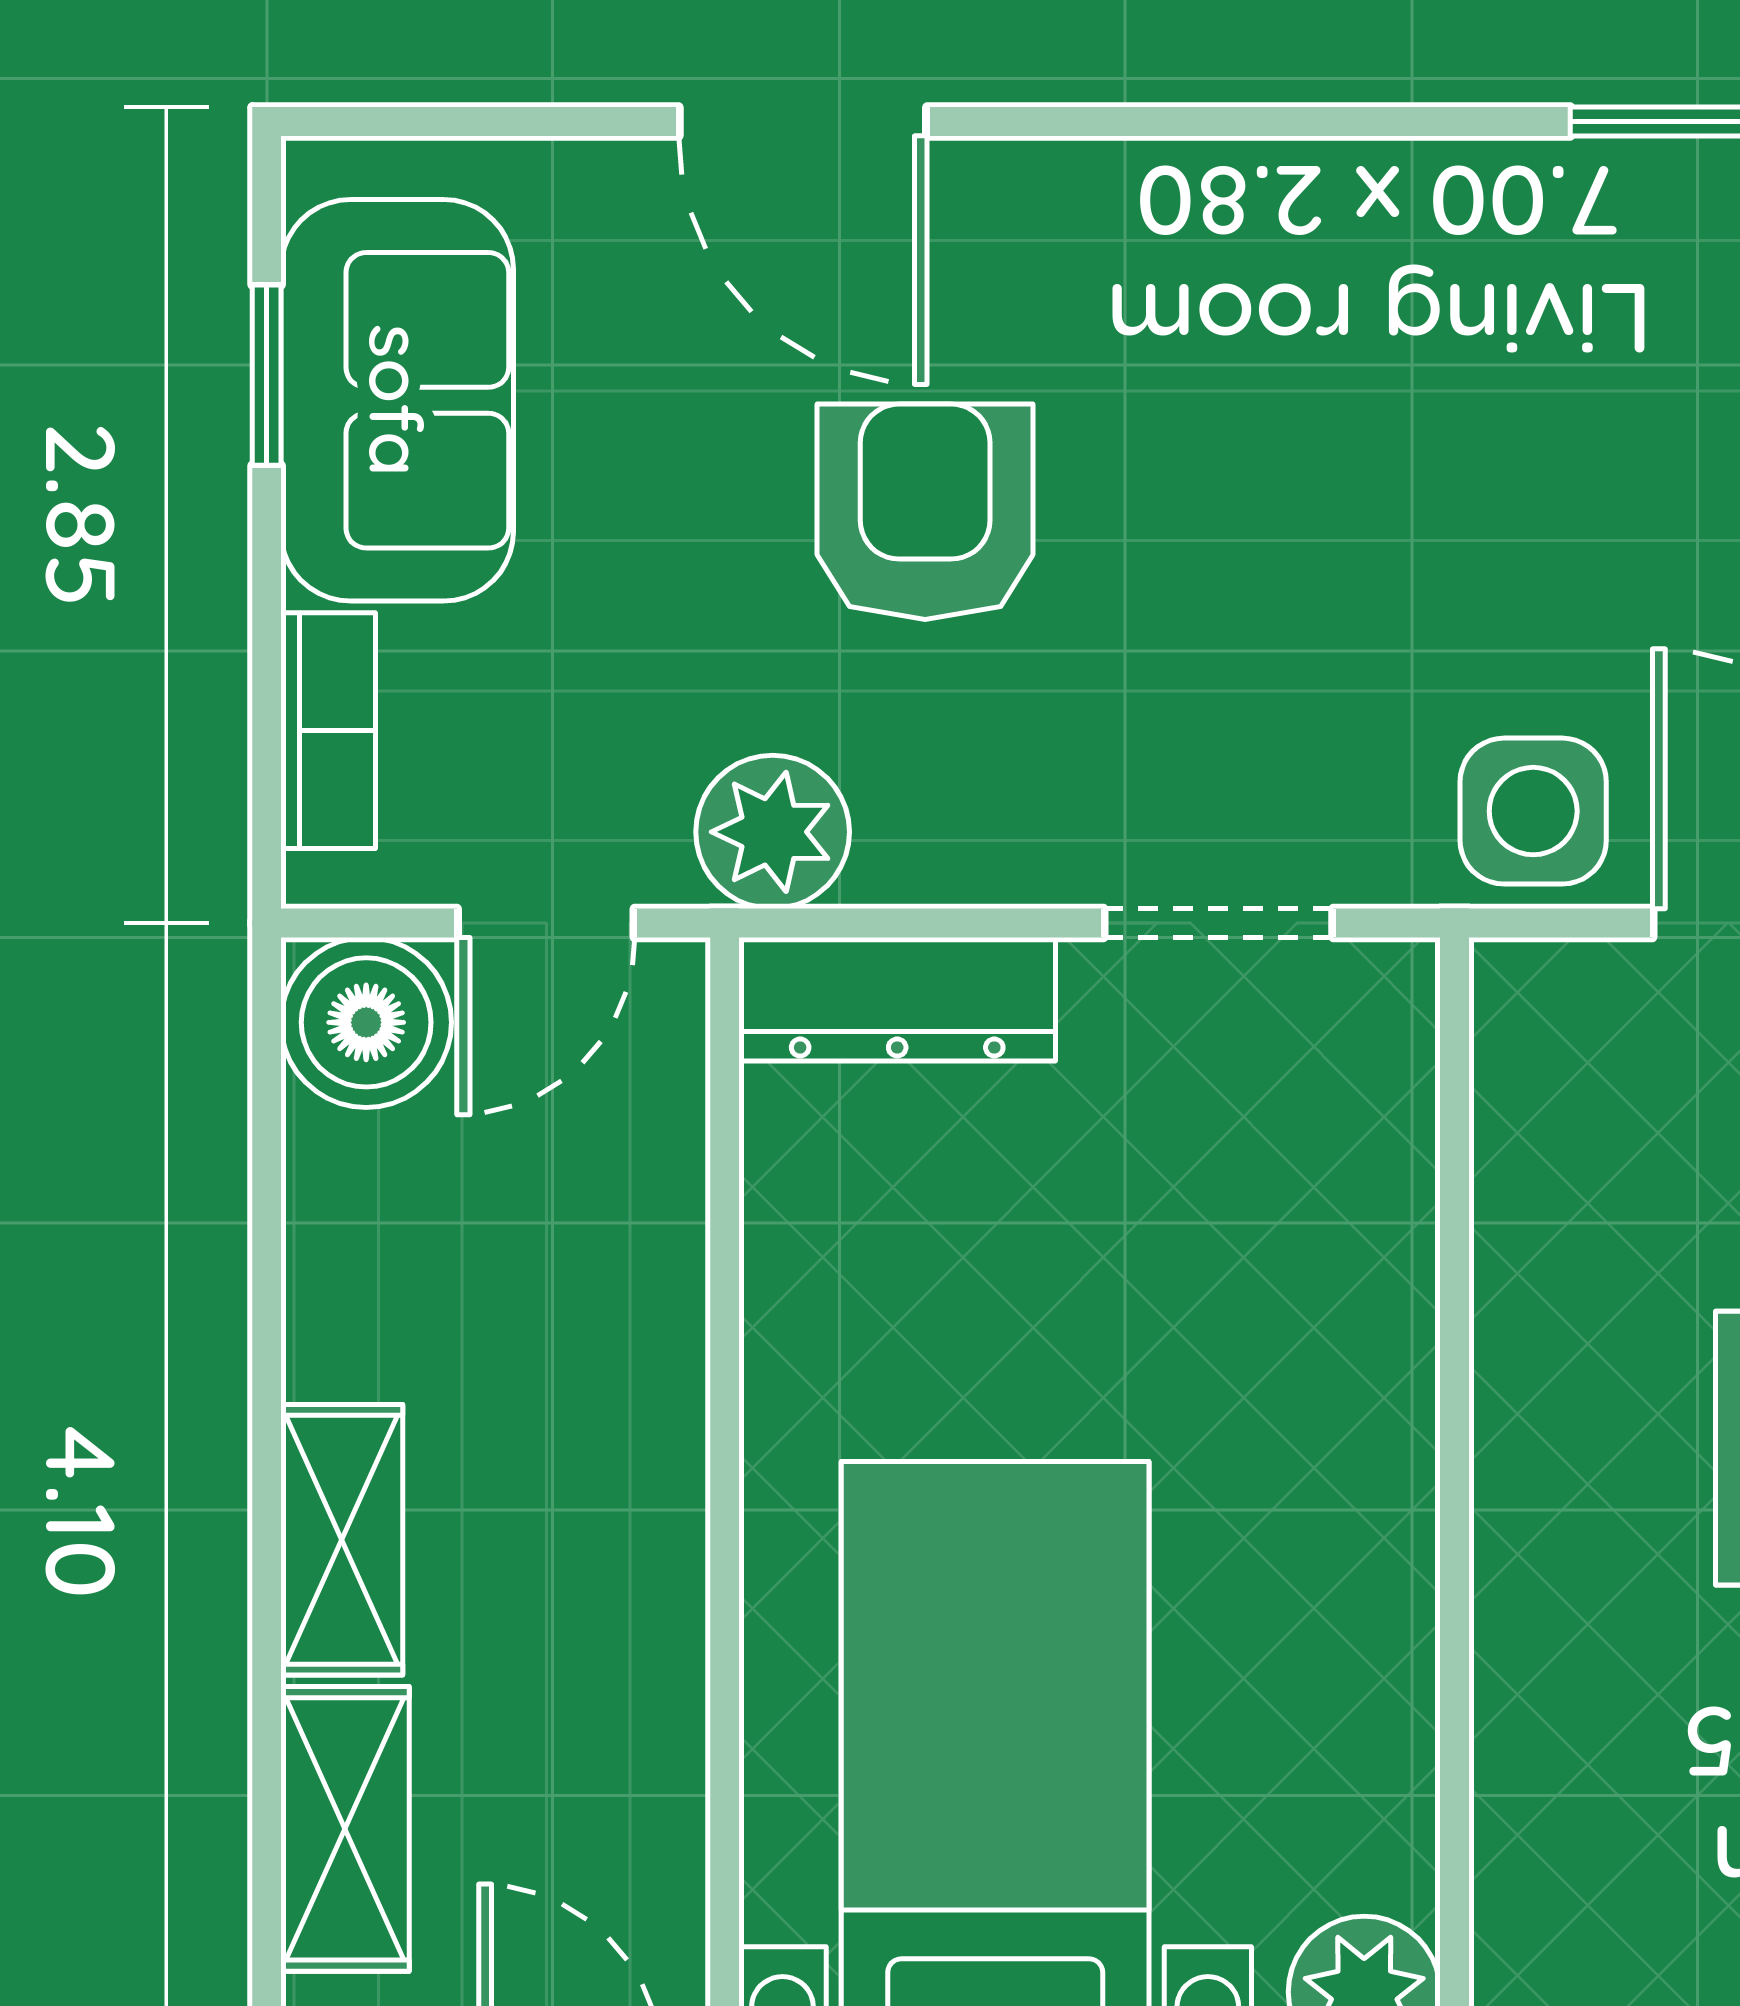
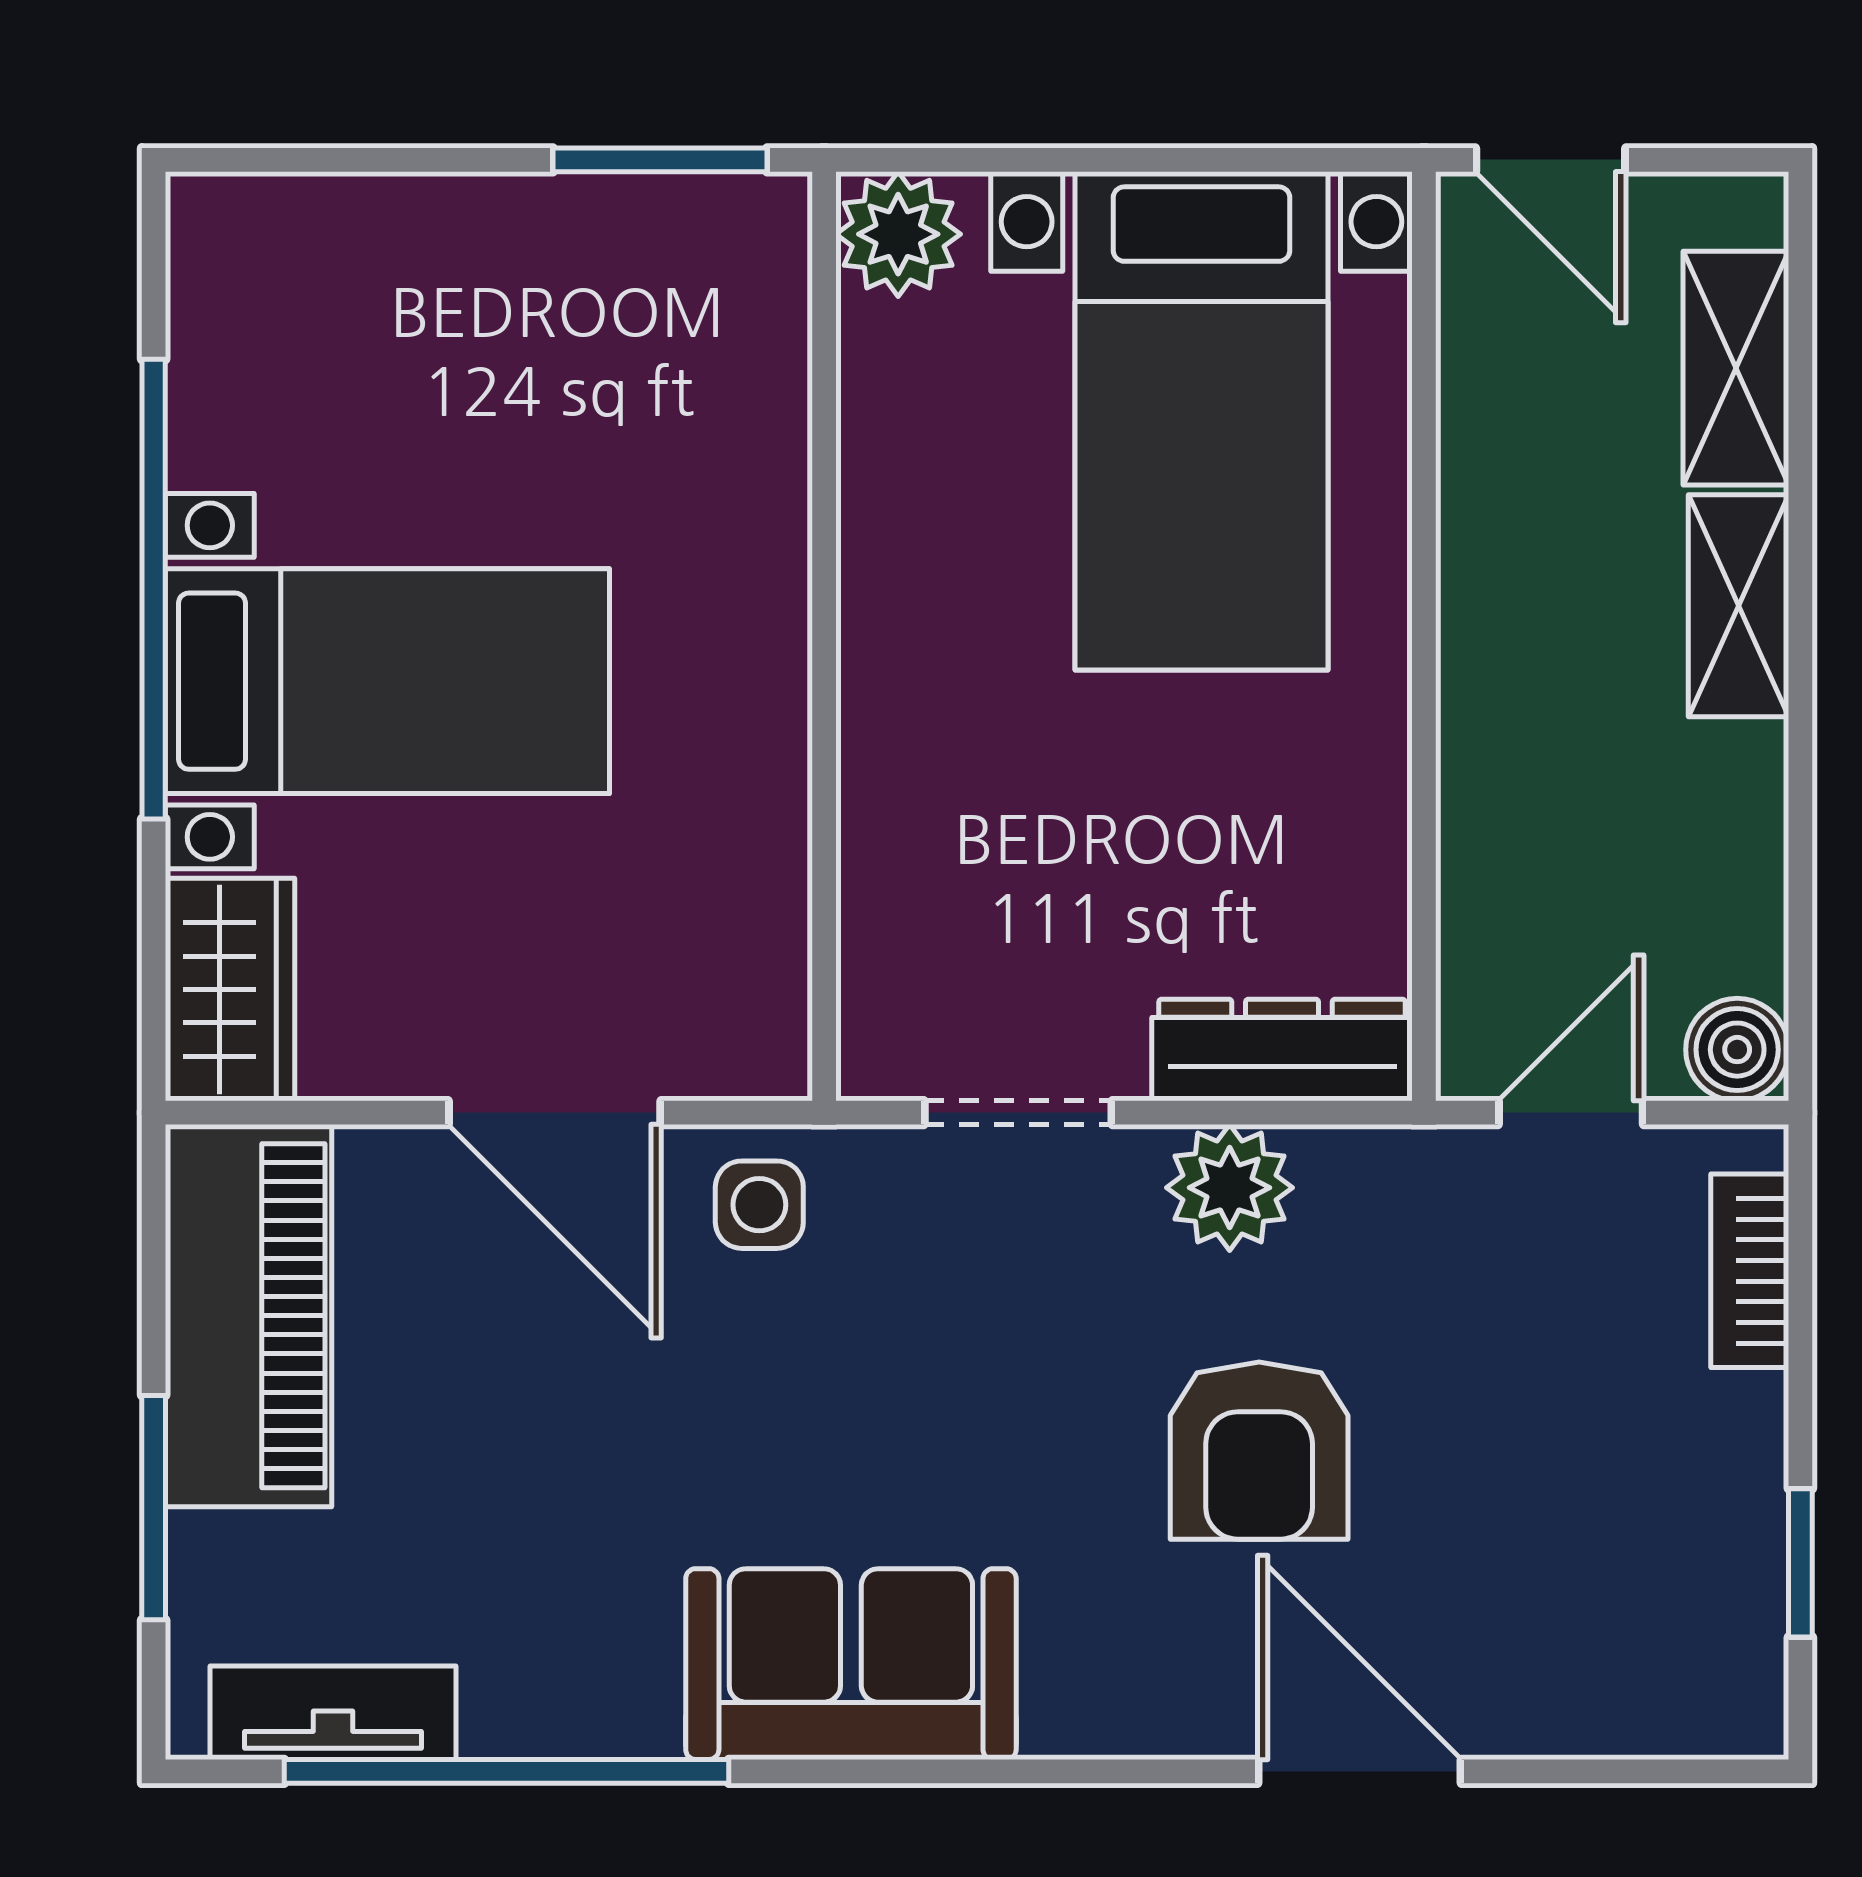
sofa: (397, 400) -> (851, 1664), moved, turned 90
side table: (1533, 811) -> (759, 1205), width x0.73, depth x0.73
plant: (773, 832) -> (1230, 1188), moved
boiler: (366, 1022) -> (1737, 1050), width x0.73, depth x0.73

